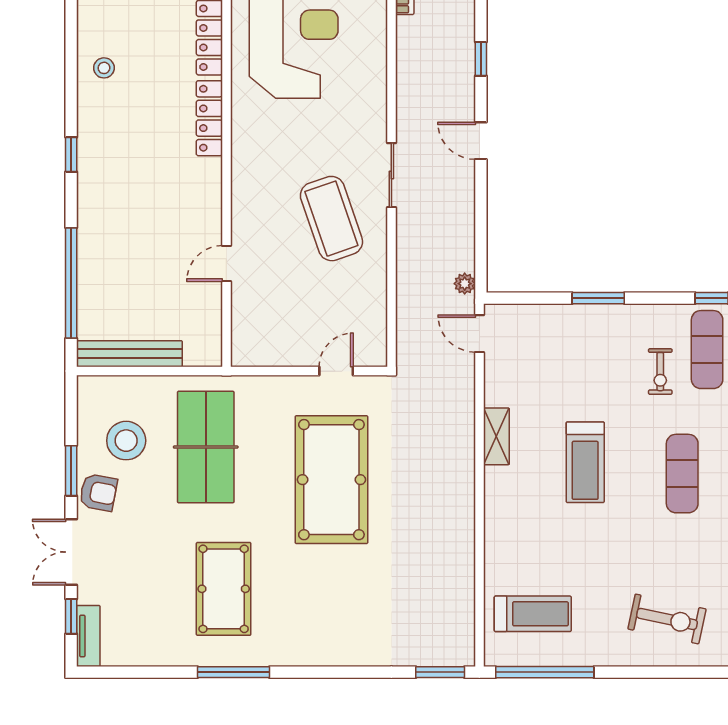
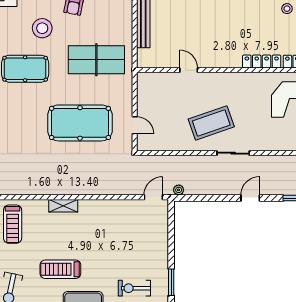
window: (598, 298) -> (171, 282), moved
exercise bike: (660, 372) -> (134, 288), width x1.38, depth x1.39
shelving: (496, 436) -> (63, 206), moved
stool: (126, 441) -> (42, 28), moved
treadmill: (585, 462) -> (60, 269), moved

